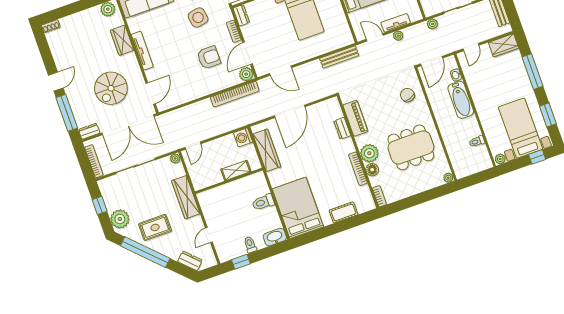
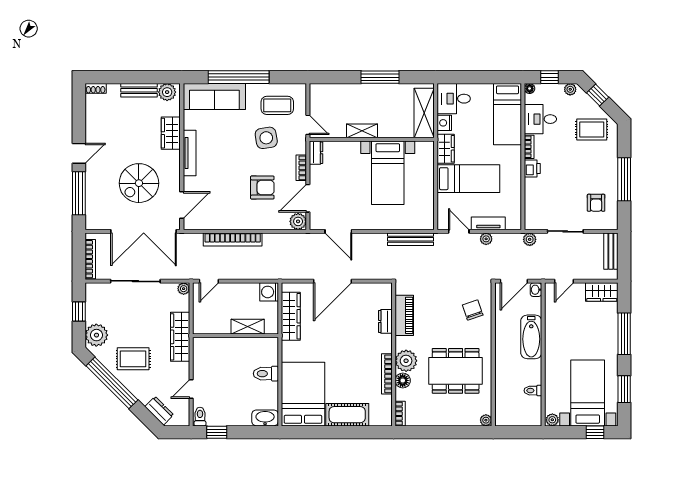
bench: (85, 15) -> (139, 90), added
washbasin: (456, 75) -> (536, 290), moved
bookcase: (235, 94) -> (233, 239), moved
dresser: (89, 131) -> (97, 223), removed
cot: (343, 212) -> (347, 415), width x1.37, depth x1.34
toilet: (250, 245) -> (200, 417), moved

